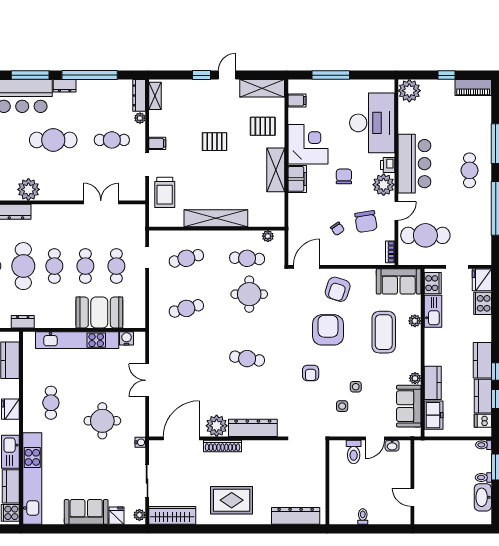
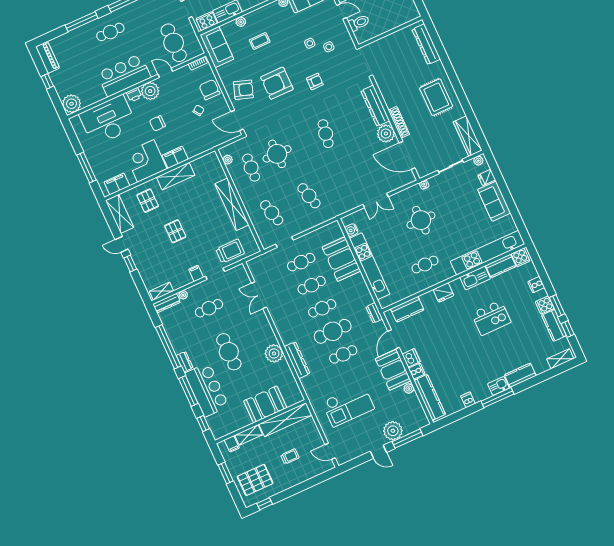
filing cabinet: (297, 100) -> (117, 184), width x2.00
cafe table: (112, 140) -> (209, 308), turned 90
chair: (366, 222) -> (209, 90), moved, turned -81
coffee table: (384, 332) -> (260, 41), width x0.54, depth x0.58

